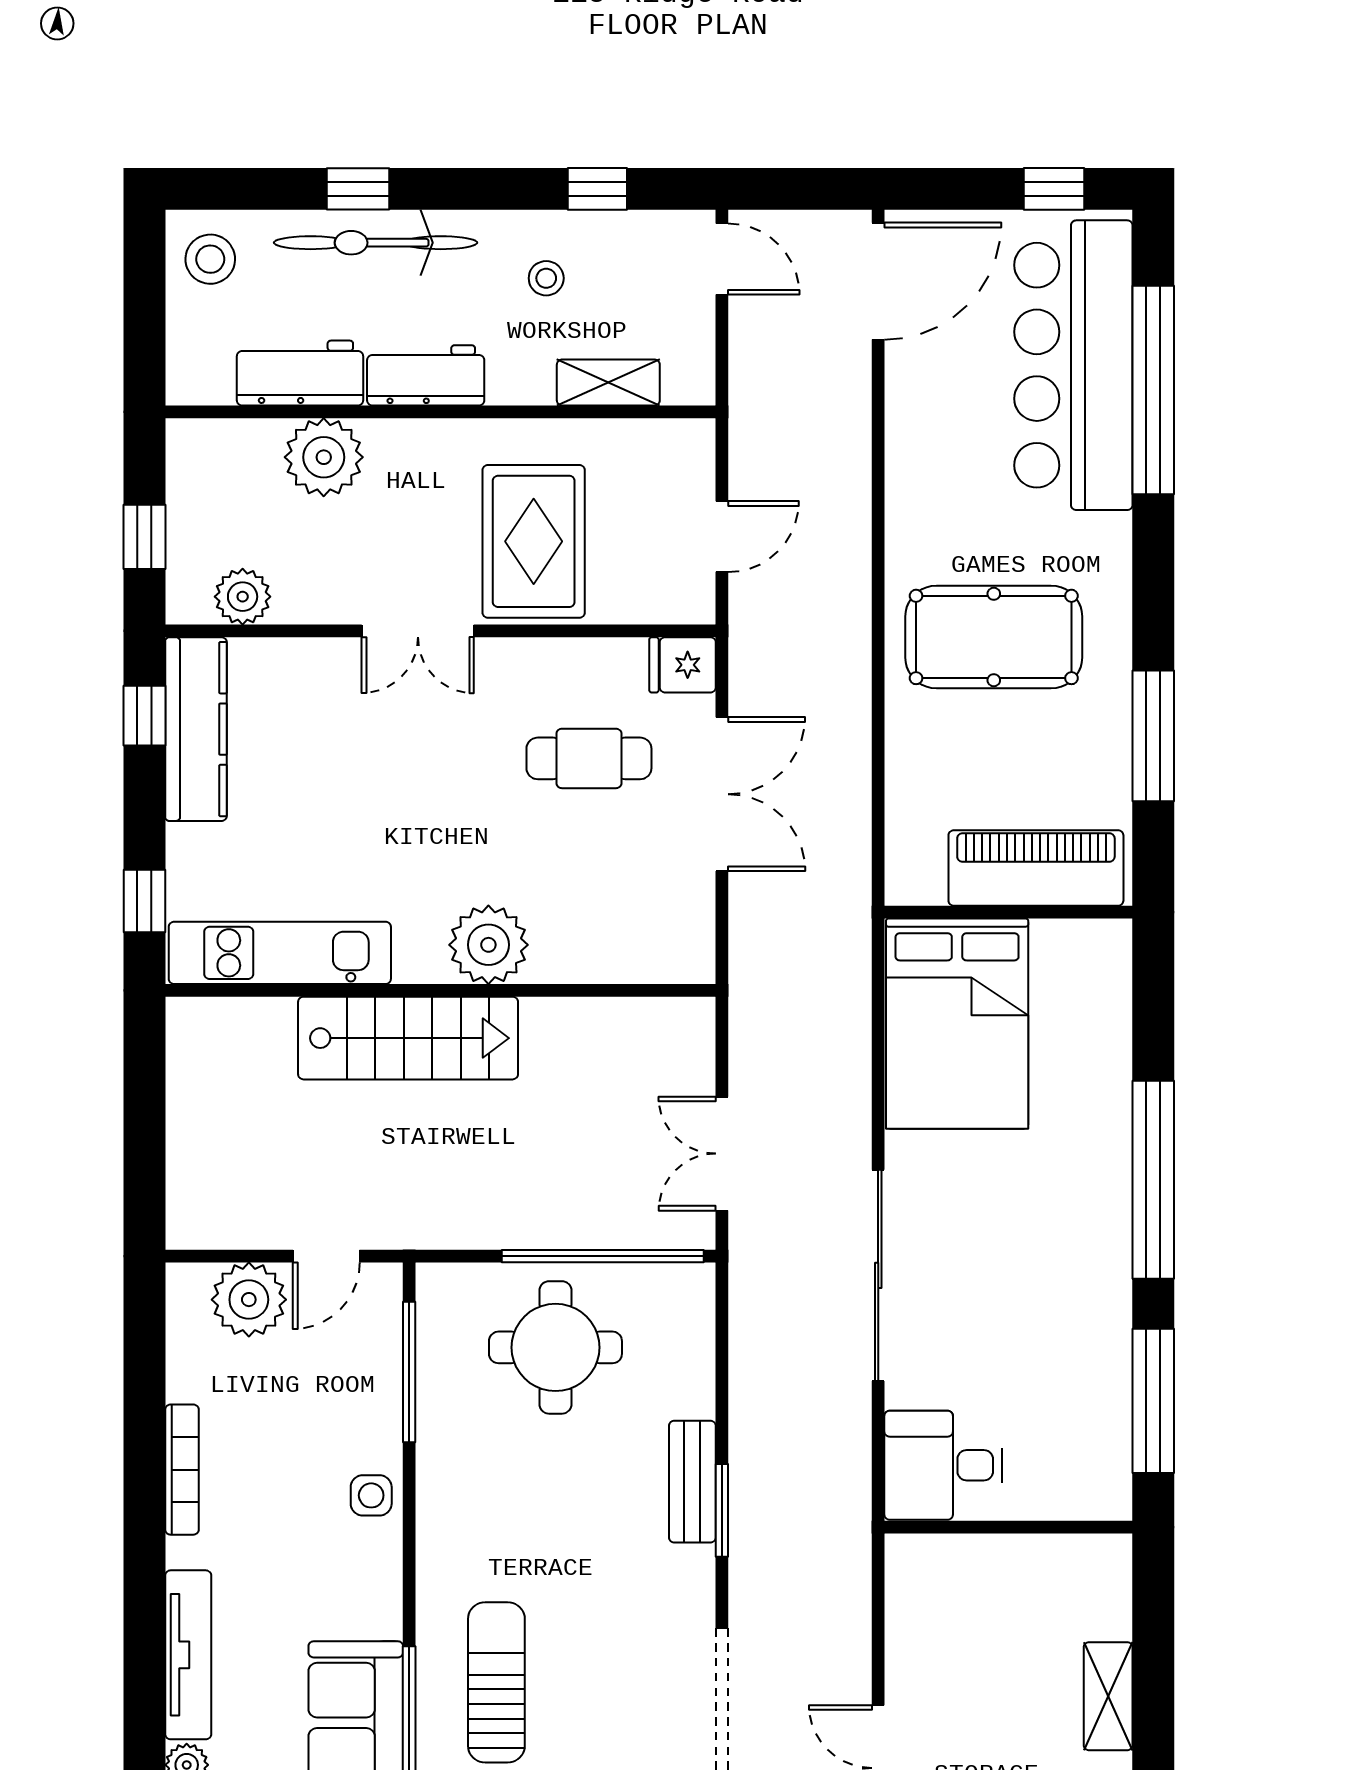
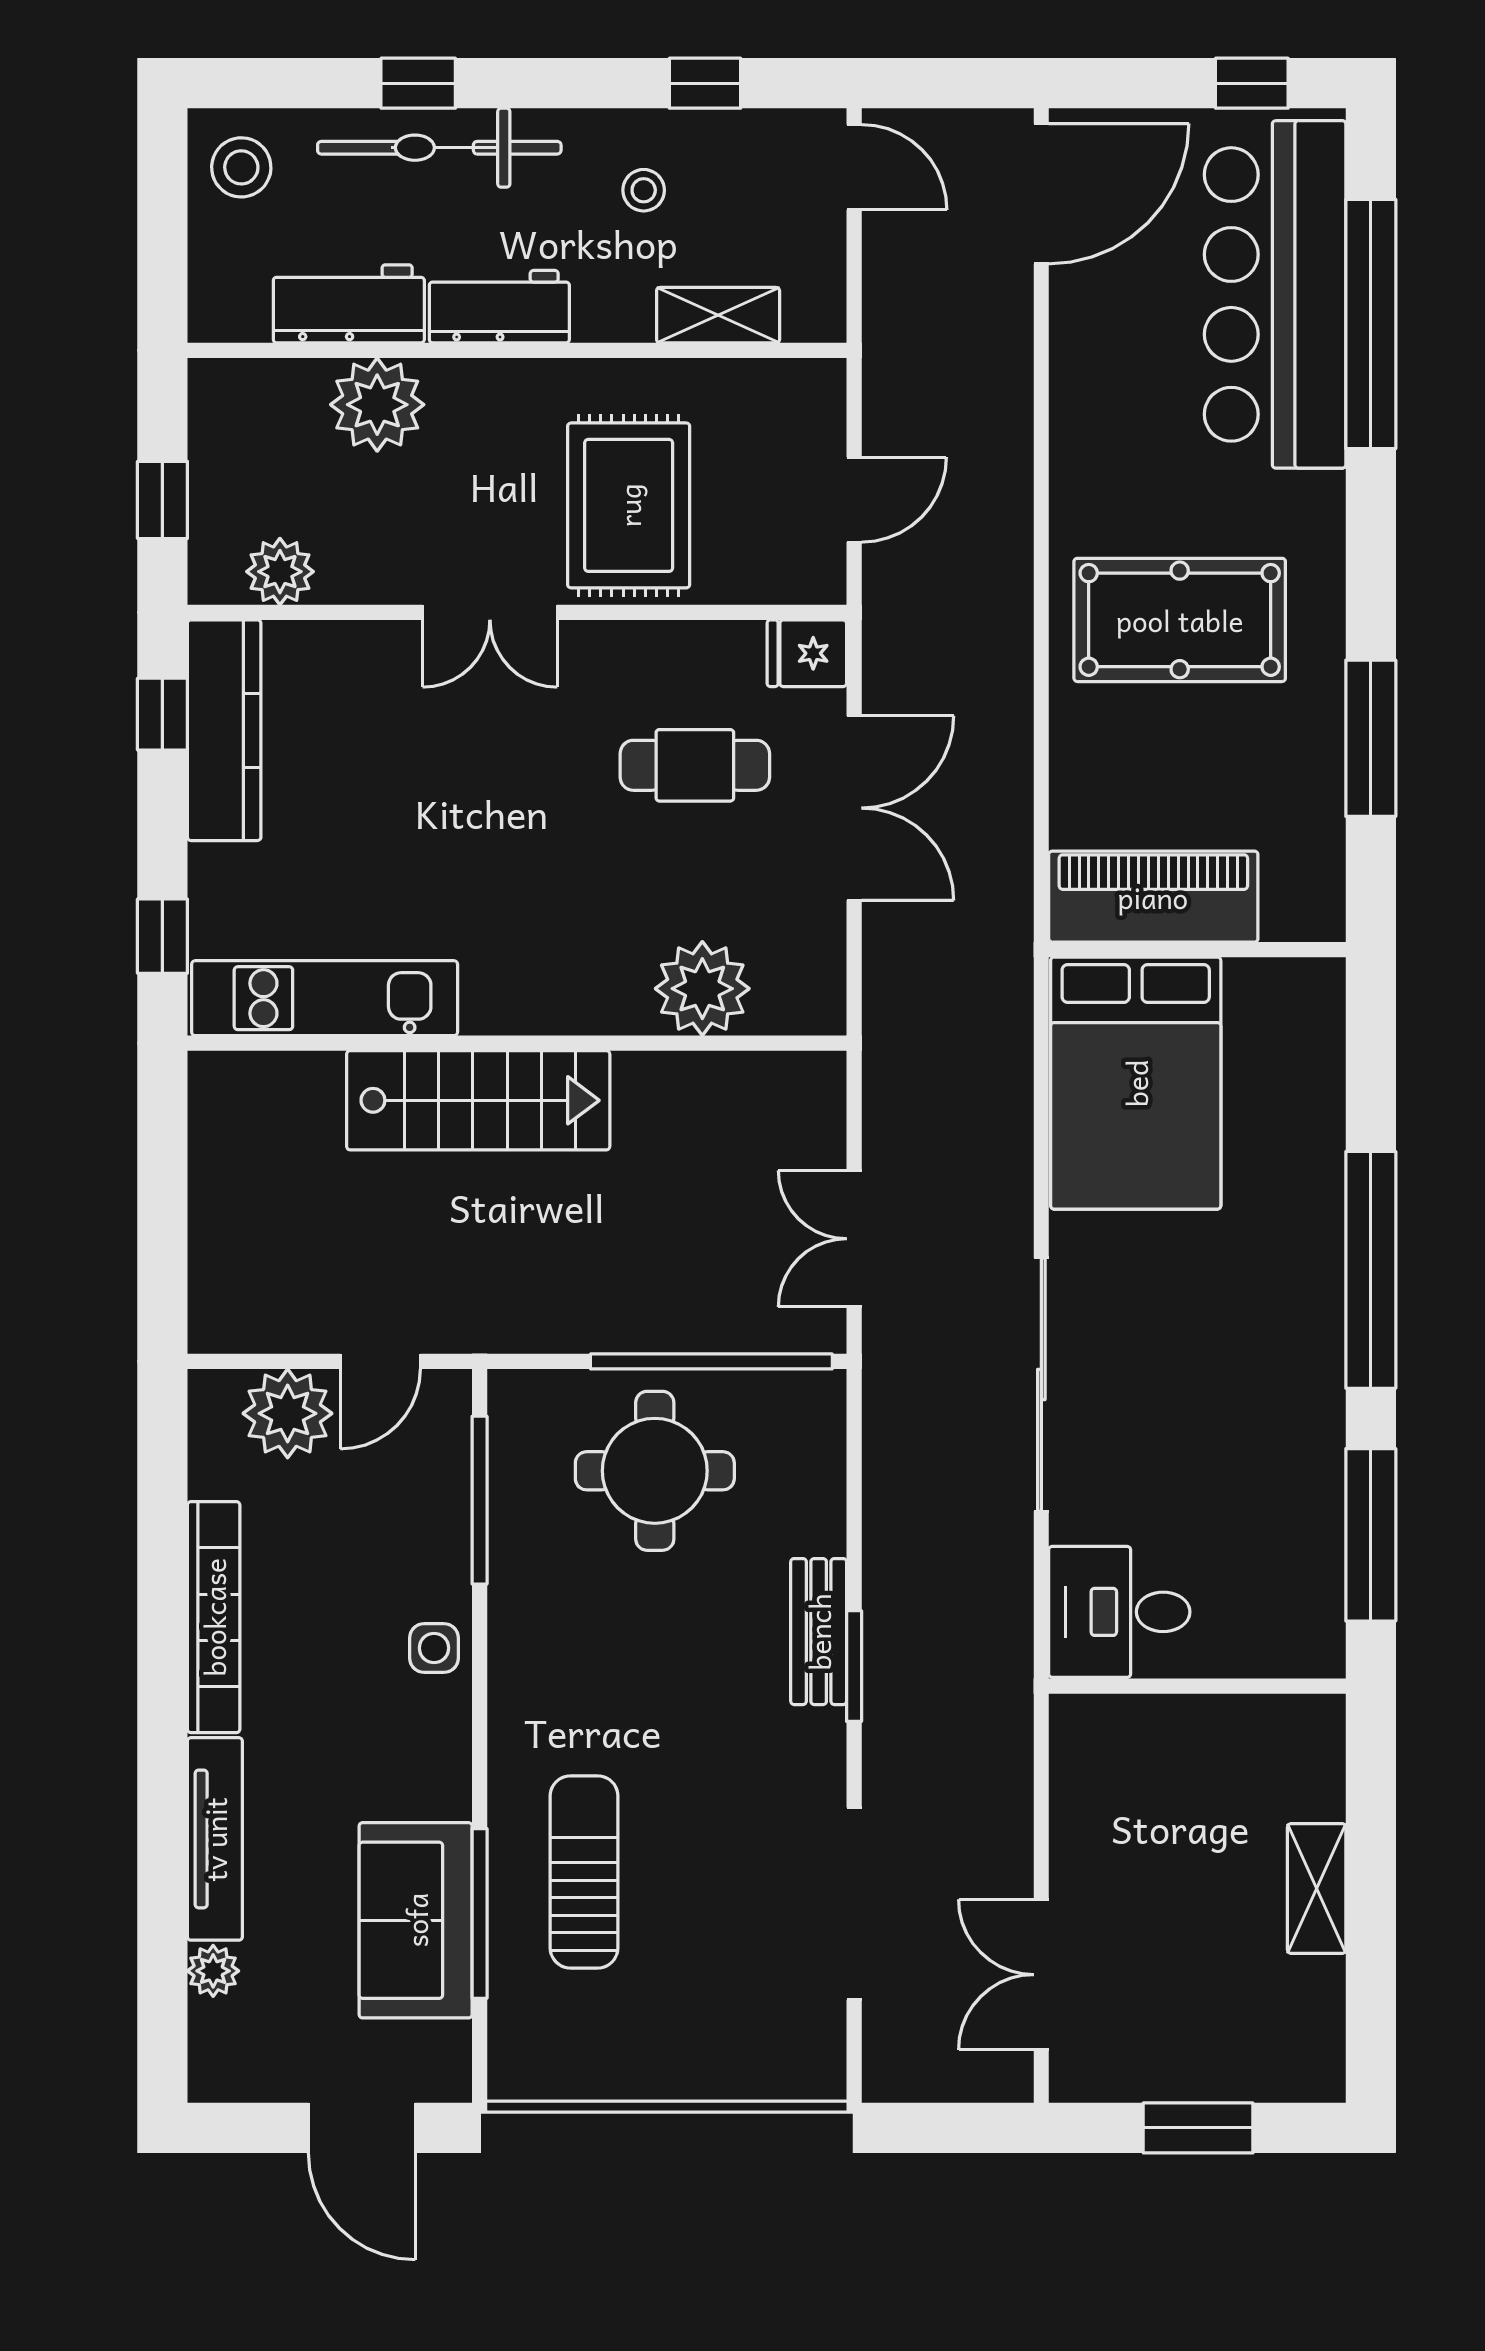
piano: (1036, 868) -> (1153, 897), moved
plant: (488, 945) -> (702, 989), moved
bookcase: (182, 1470) -> (214, 1617), width x1.48, depth x1.31

